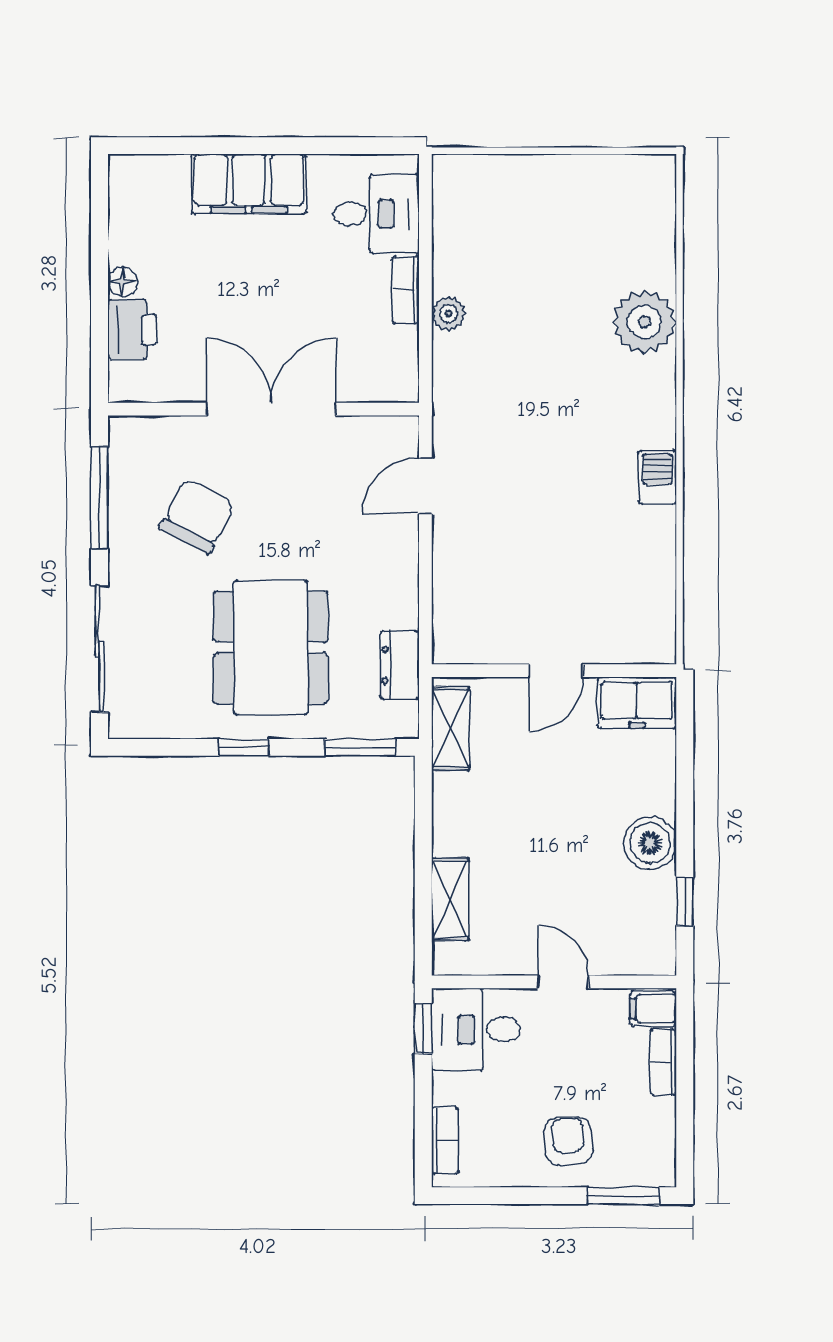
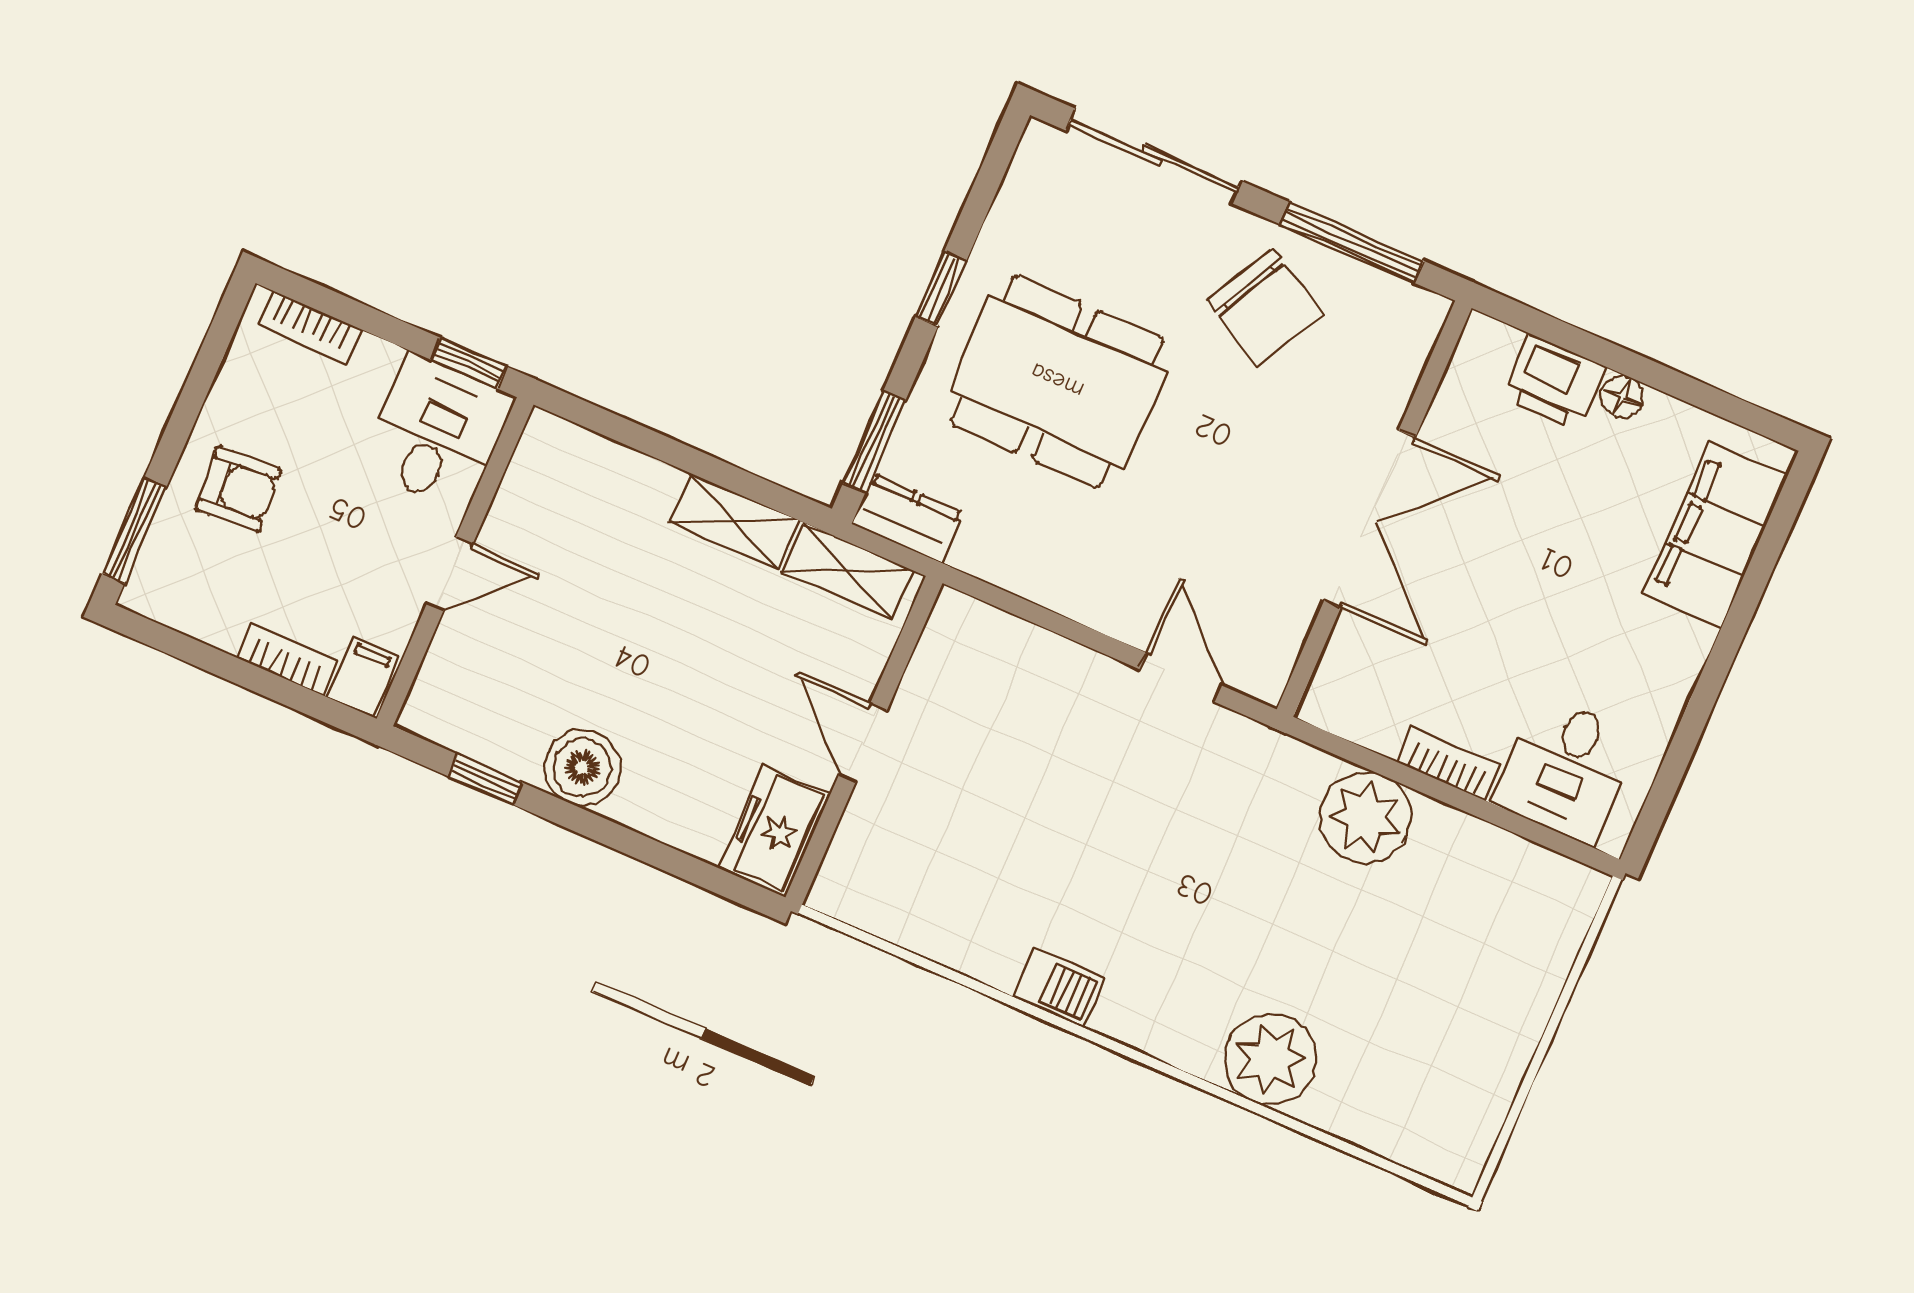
filing cabinet: (249, 184) -> (1715, 535), moved
plant: (448, 314) -> (1366, 818), width x1.87, depth x1.87
chair: (197, 516) -> (1265, 307), moved
dresser: (400, 665) -> (907, 518), moved
shelving: (450, 899) -> (734, 521), moved

